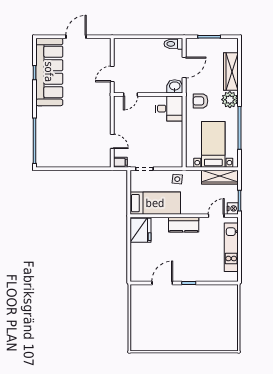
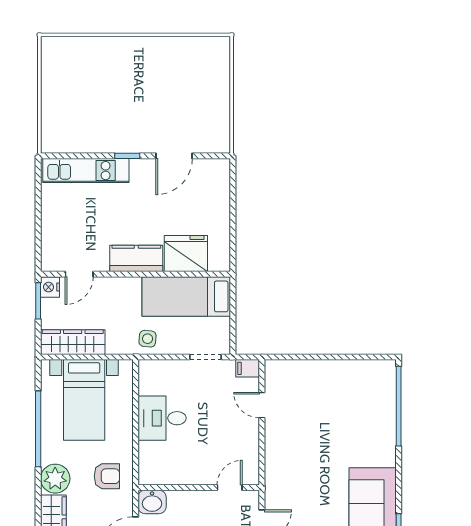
desk: (169, 109) -> (162, 418), moved
fridge: (140, 230) -> (186, 253), moved, turned 90
kitchen unit: (231, 247) -> (86, 171), moved, turned 90

